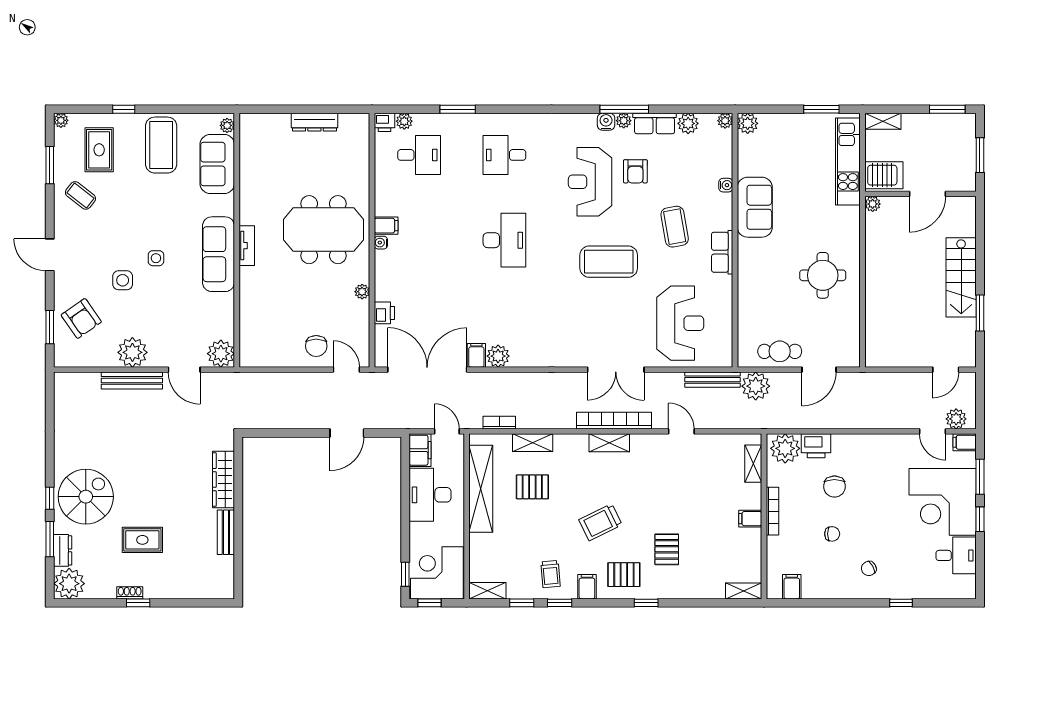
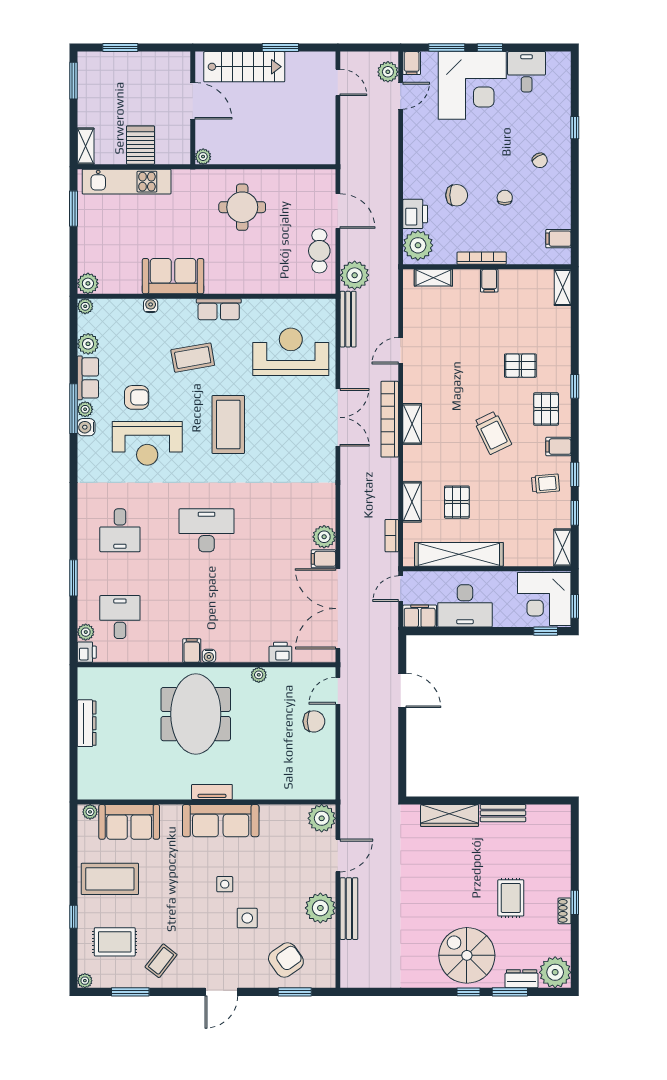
wall: (920, 194) -> (193, 108), moved
door: (927, 194) -> (193, 101), moved
plant: (873, 204) -> (203, 157), moved

